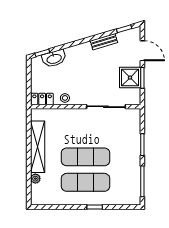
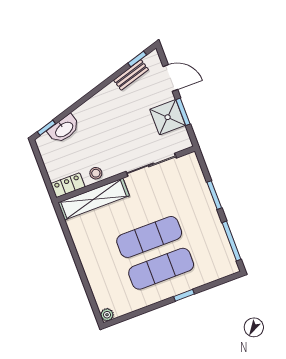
bench: (104, 42) -> (131, 75), moved
shelving: (38, 147) -> (94, 199), moved, turned 90
plant: (35, 179) -> (107, 315), moved

